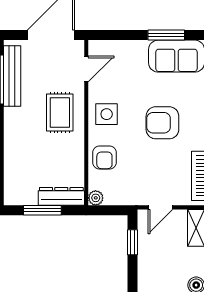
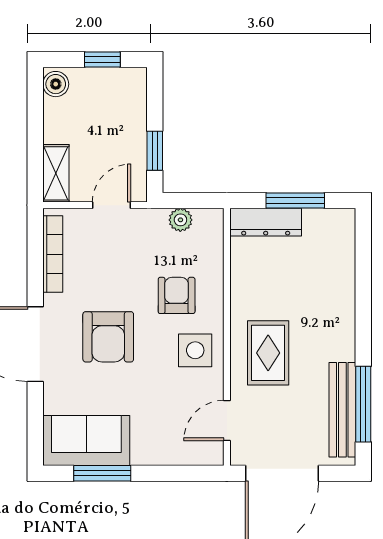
armchair: (162, 123) -> (108, 337), turned 90
armchair: (104, 158) -> (177, 295), moved
plant: (96, 198) -> (180, 220), moved

